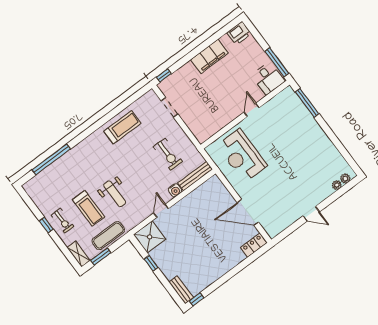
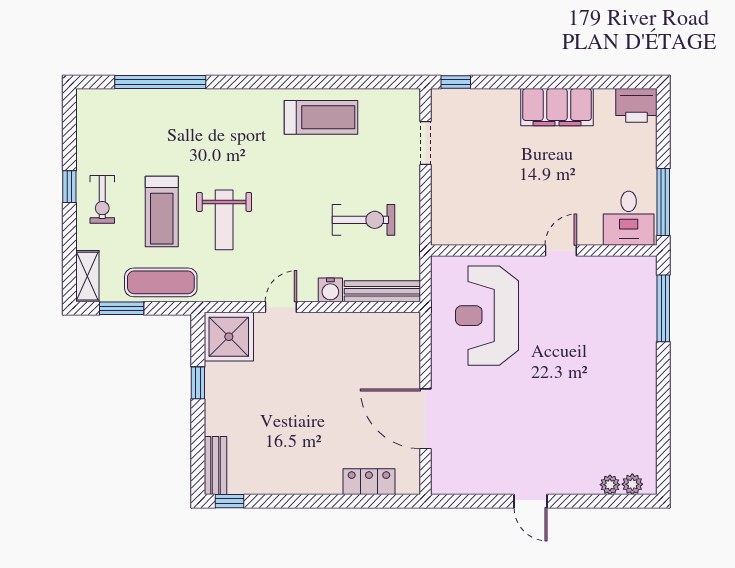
exercise bike: (168, 154) -> (364, 220), turned -90
locker: (254, 245) -> (369, 482), moved

